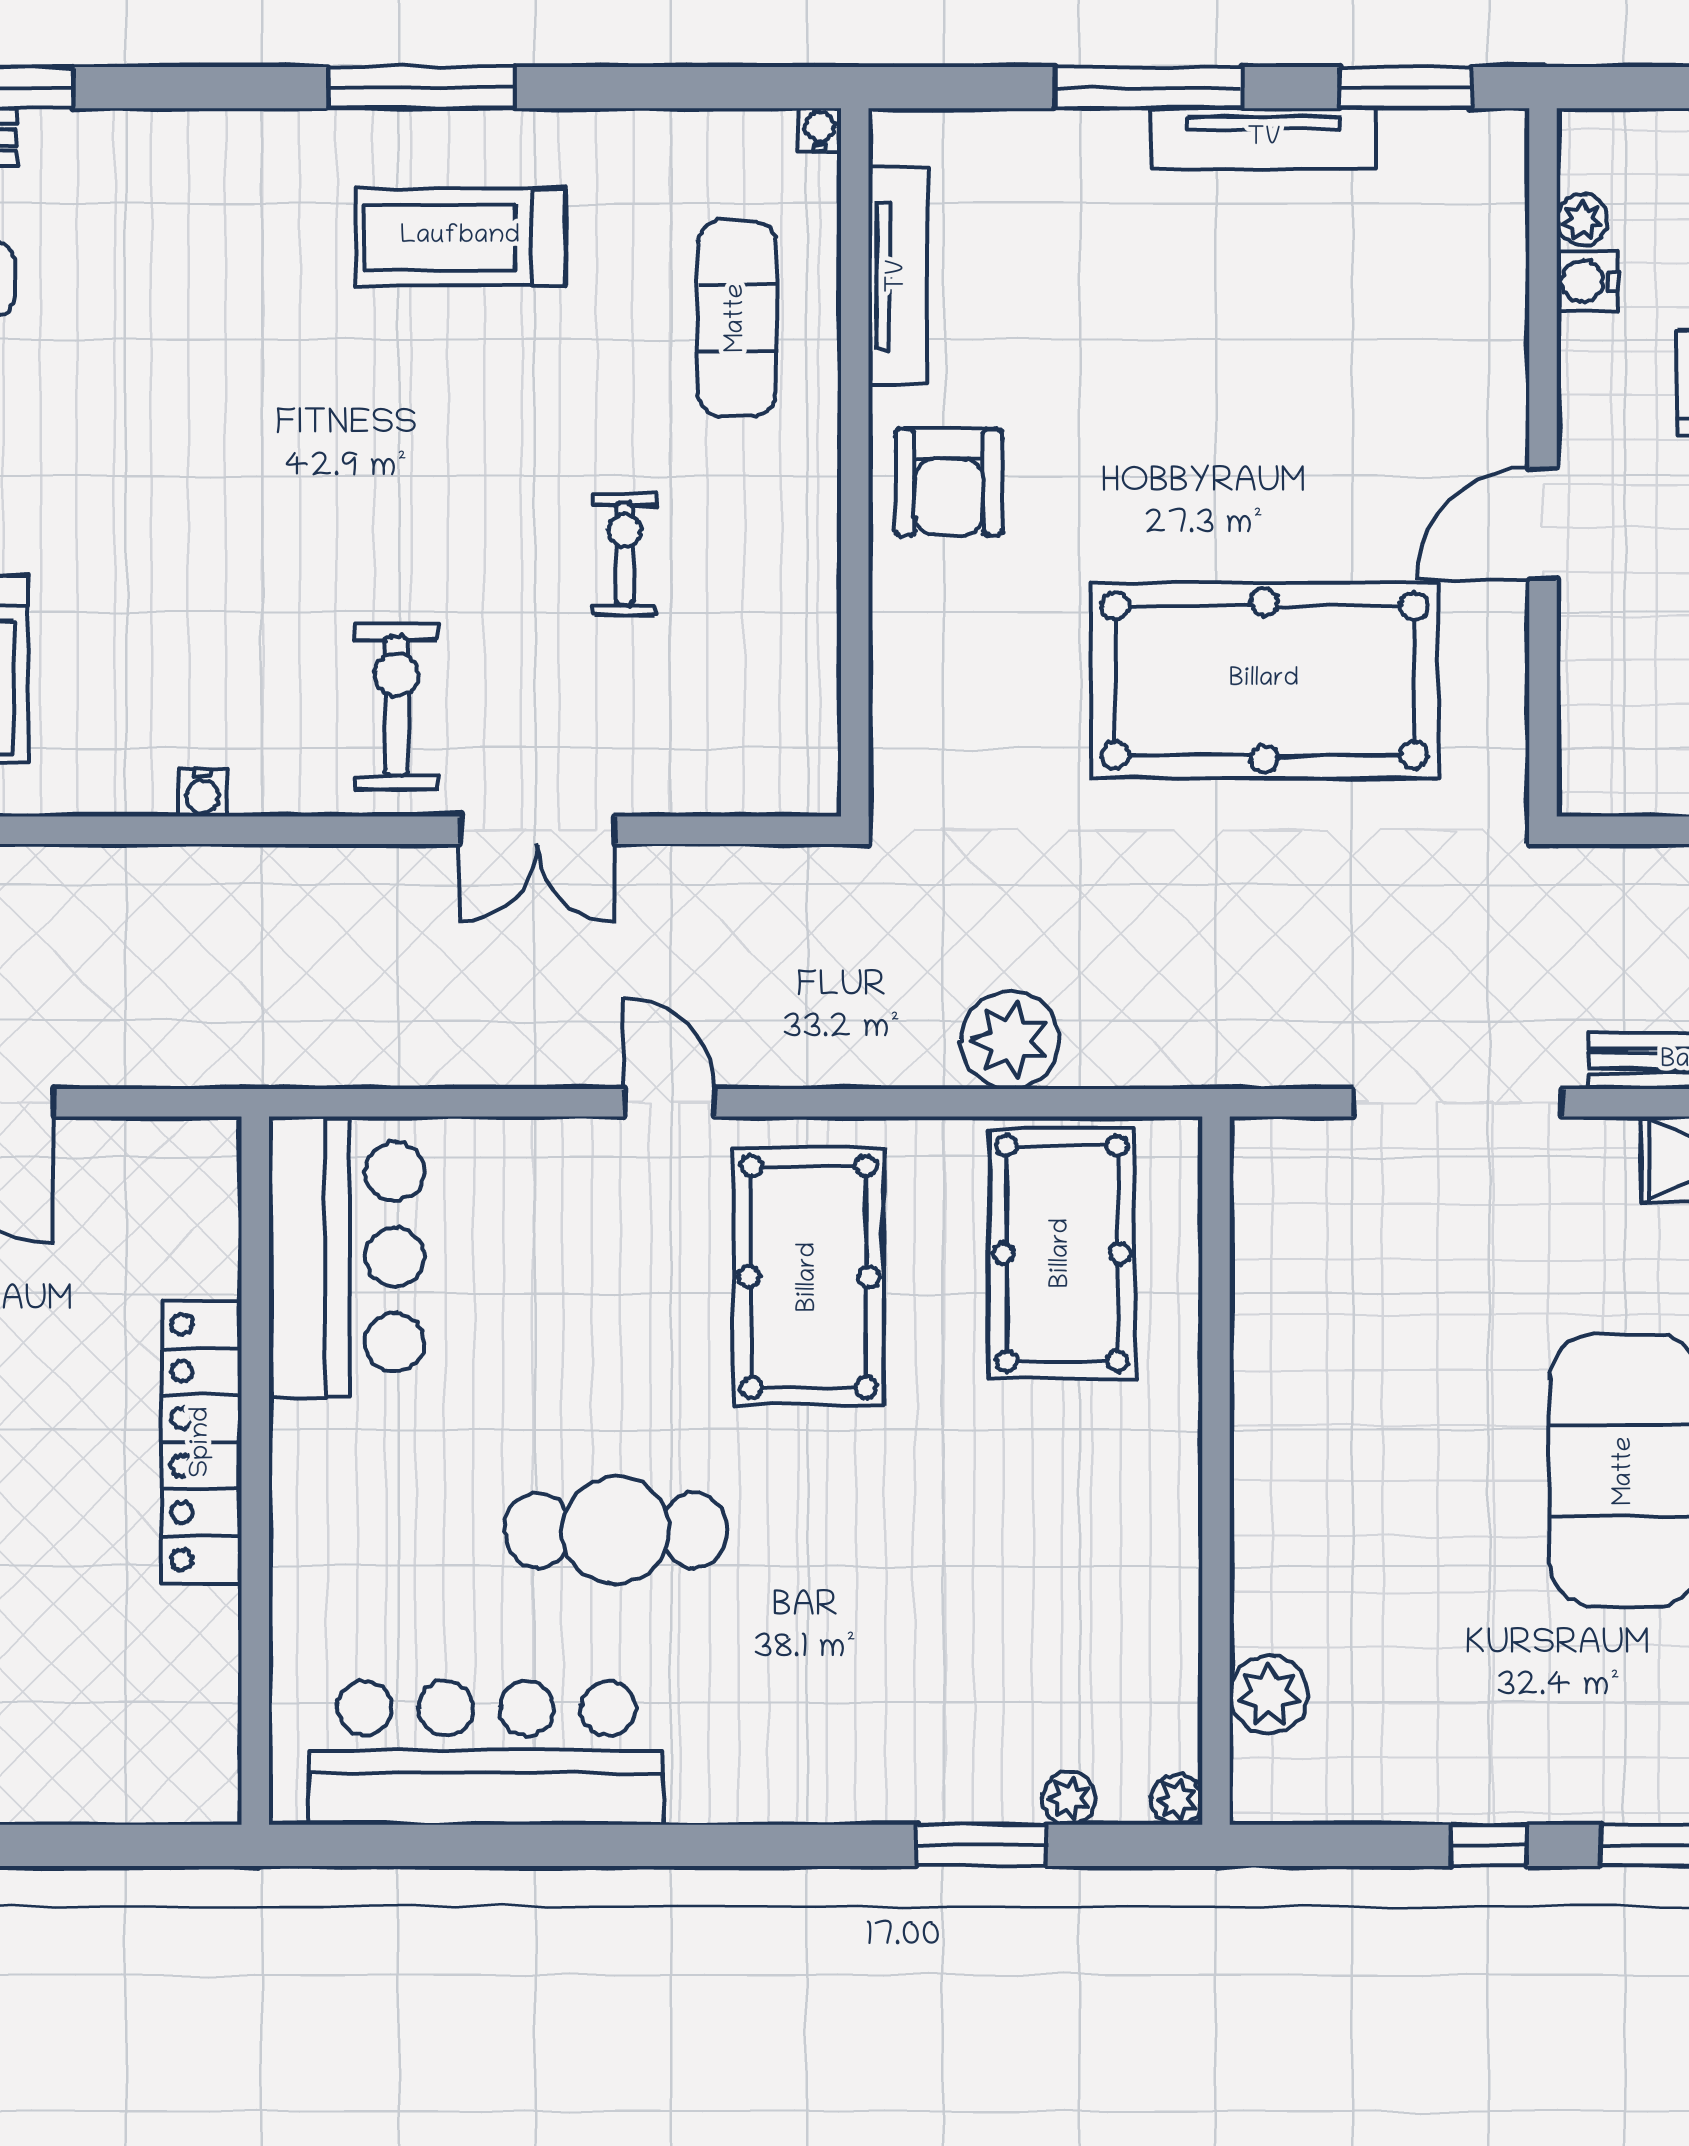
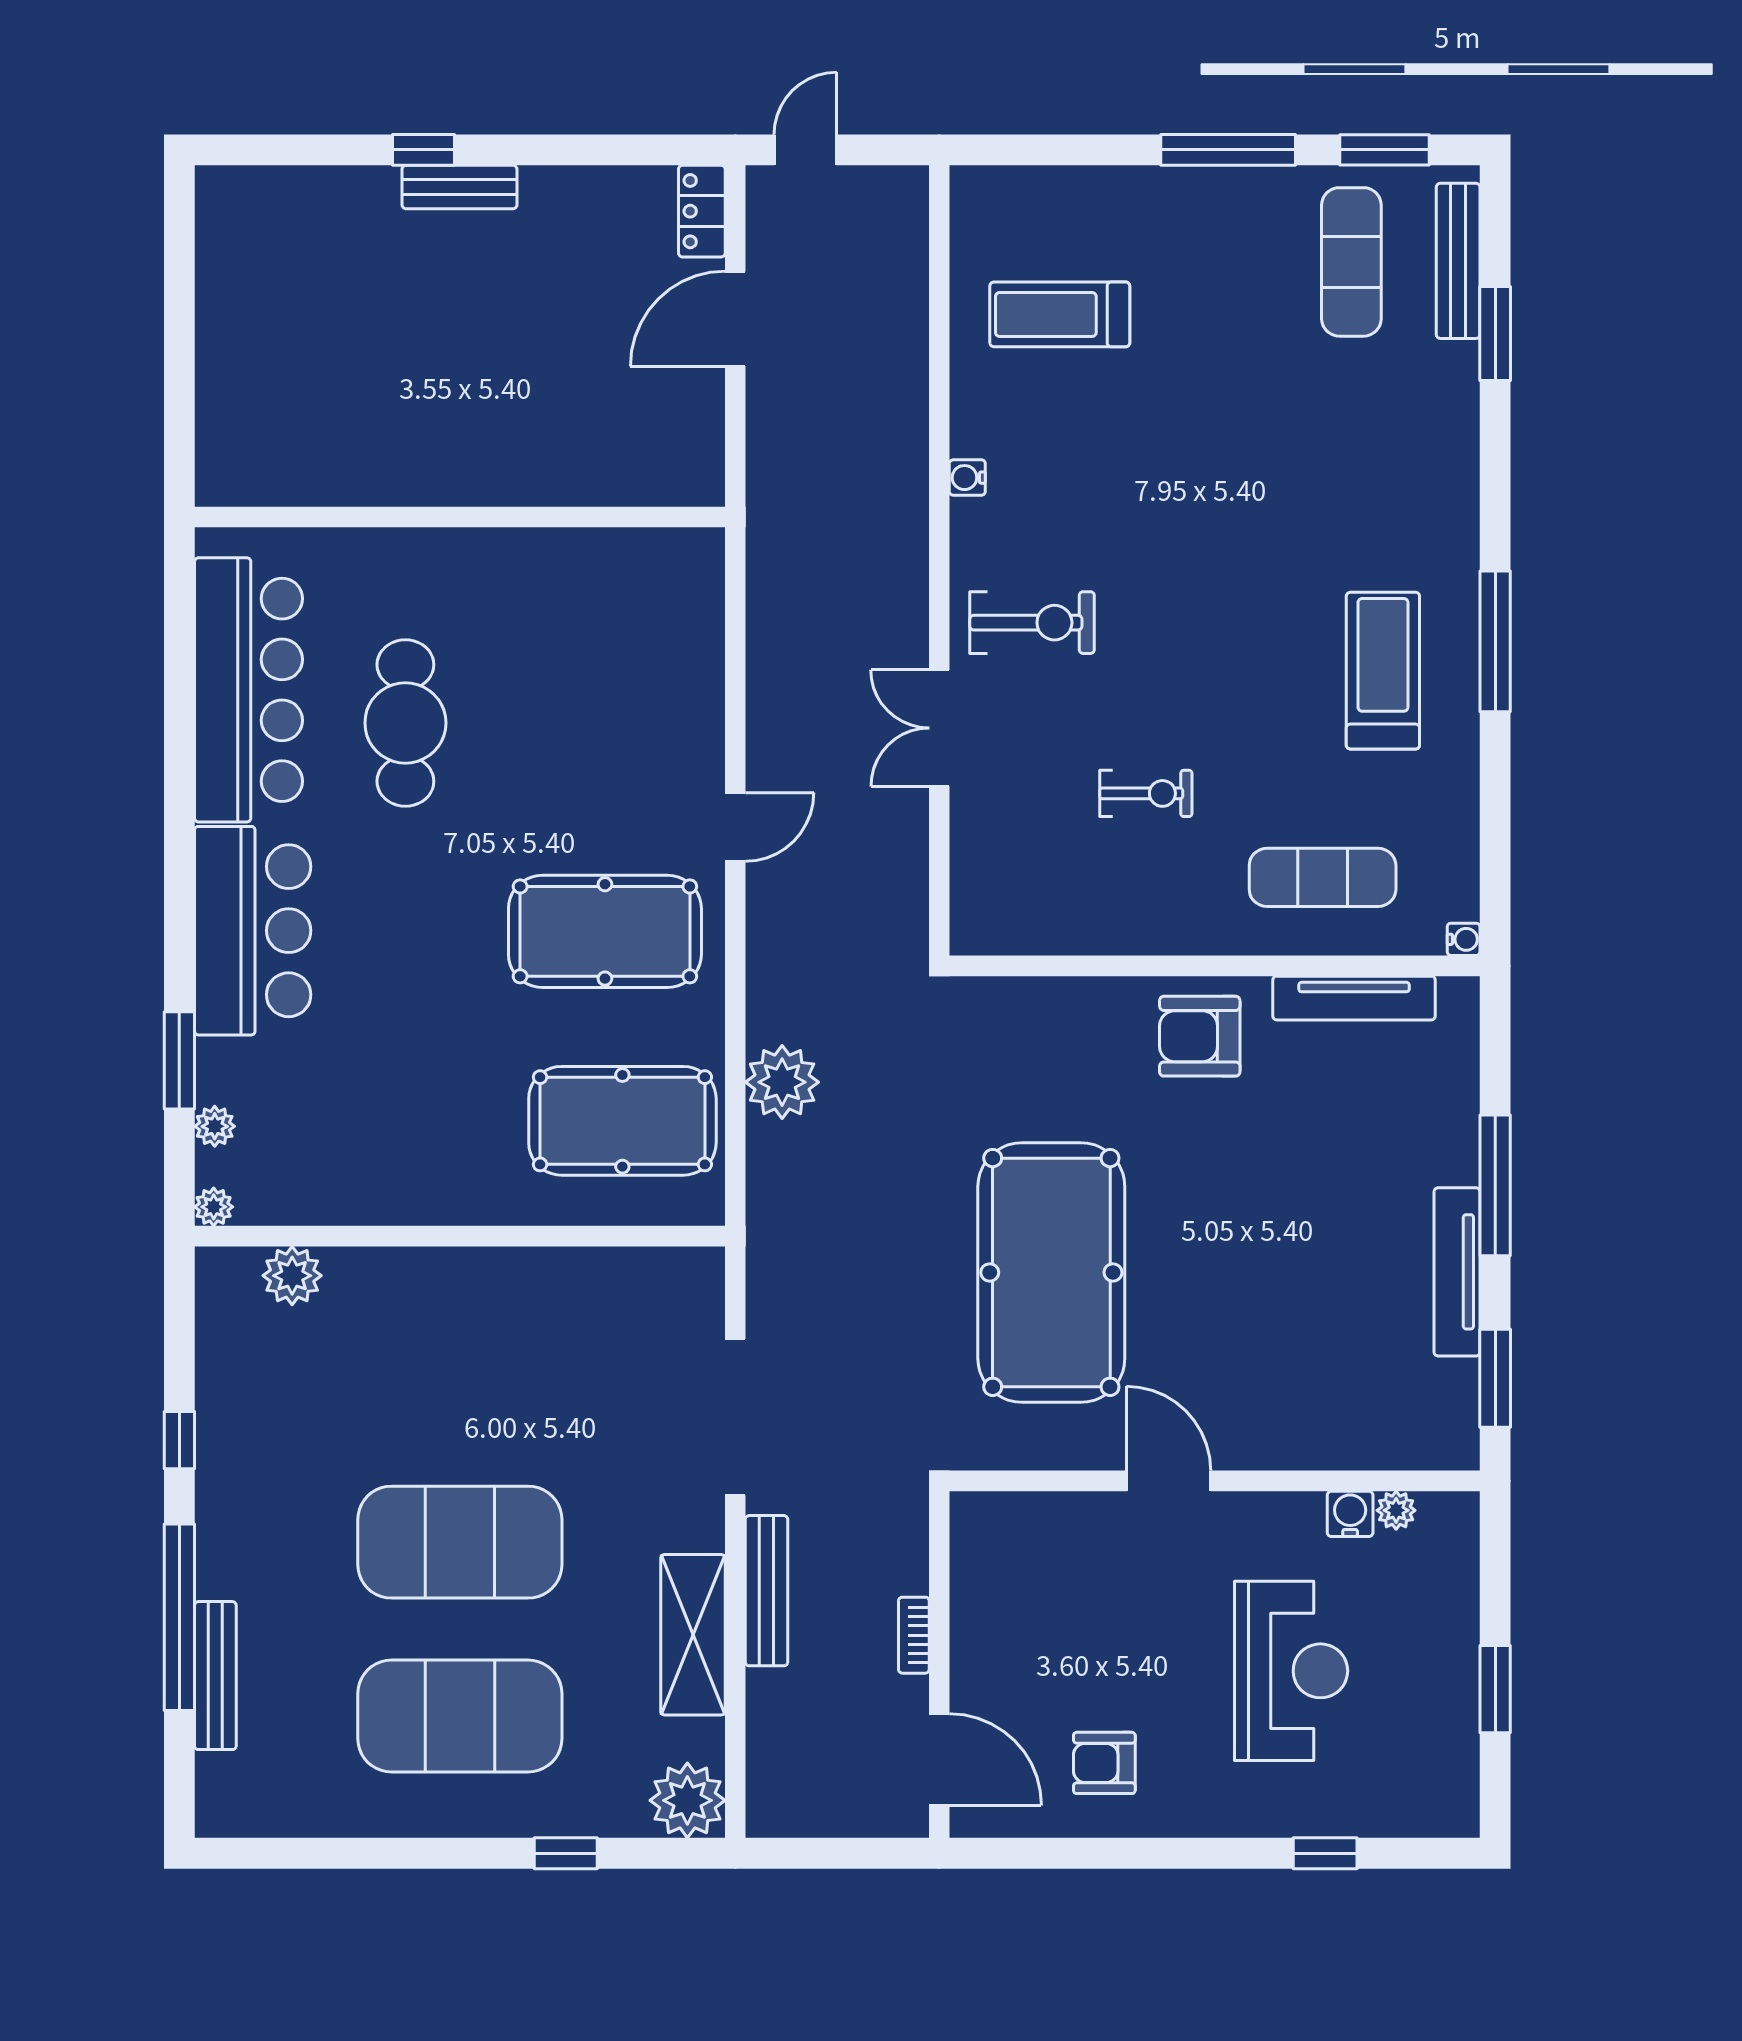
bar counter: (346, 1257) -> (253, 931), moved, turned -90
locker: (202, 1442) -> (481, 477), removed
cafe table: (616, 1530) -> (405, 723), moved

